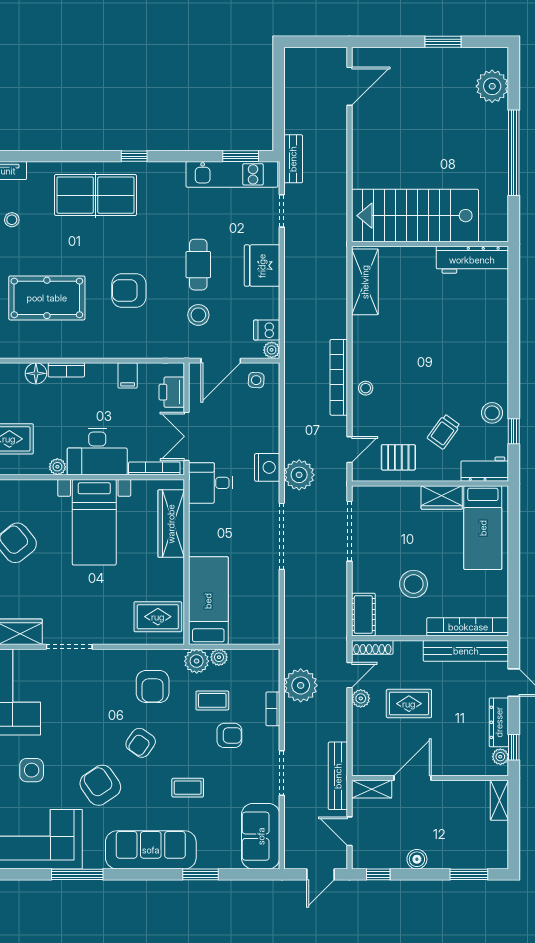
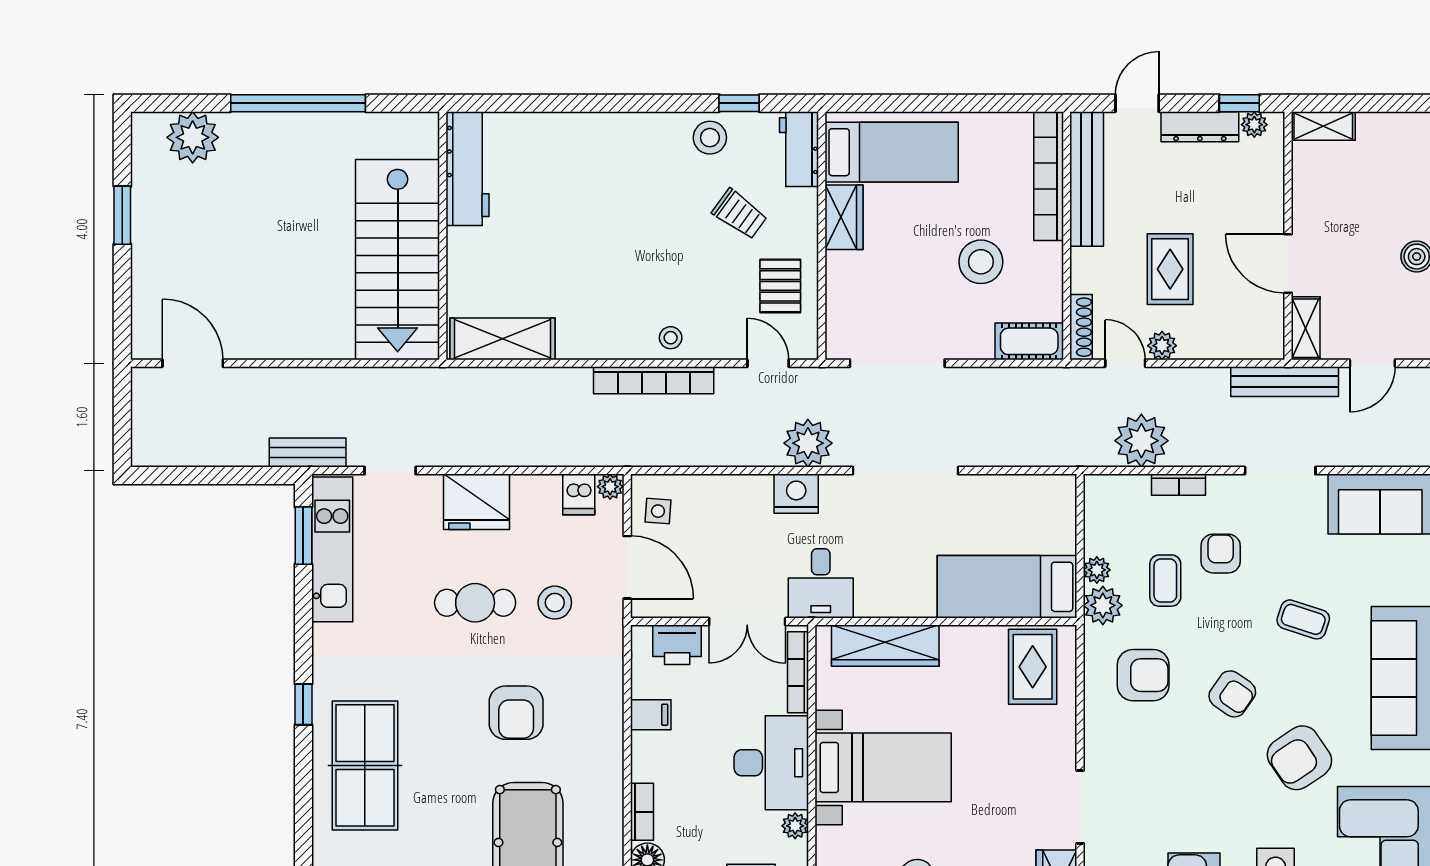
coffee table: (188, 788) -> (1303, 619), turned -72

